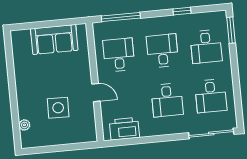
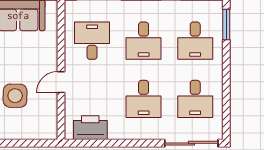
desk: (162, 51) -> (144, 41), turned 180
door: (96, 93) -> (61, 82), swing flipped

